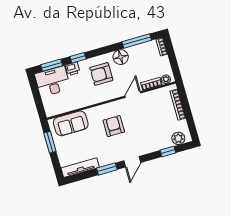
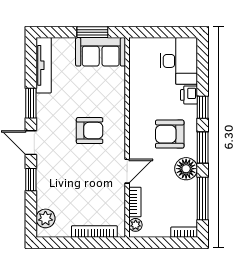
window: (52, 65) -> (203, 148), moved
armchair: (101, 74) -> (170, 134), turned -90
door: (133, 94) -> (127, 171), hinge flipped
sofa: (71, 123) -> (101, 52), moved, turned -90
window: (168, 152) -> (31, 180), moved

